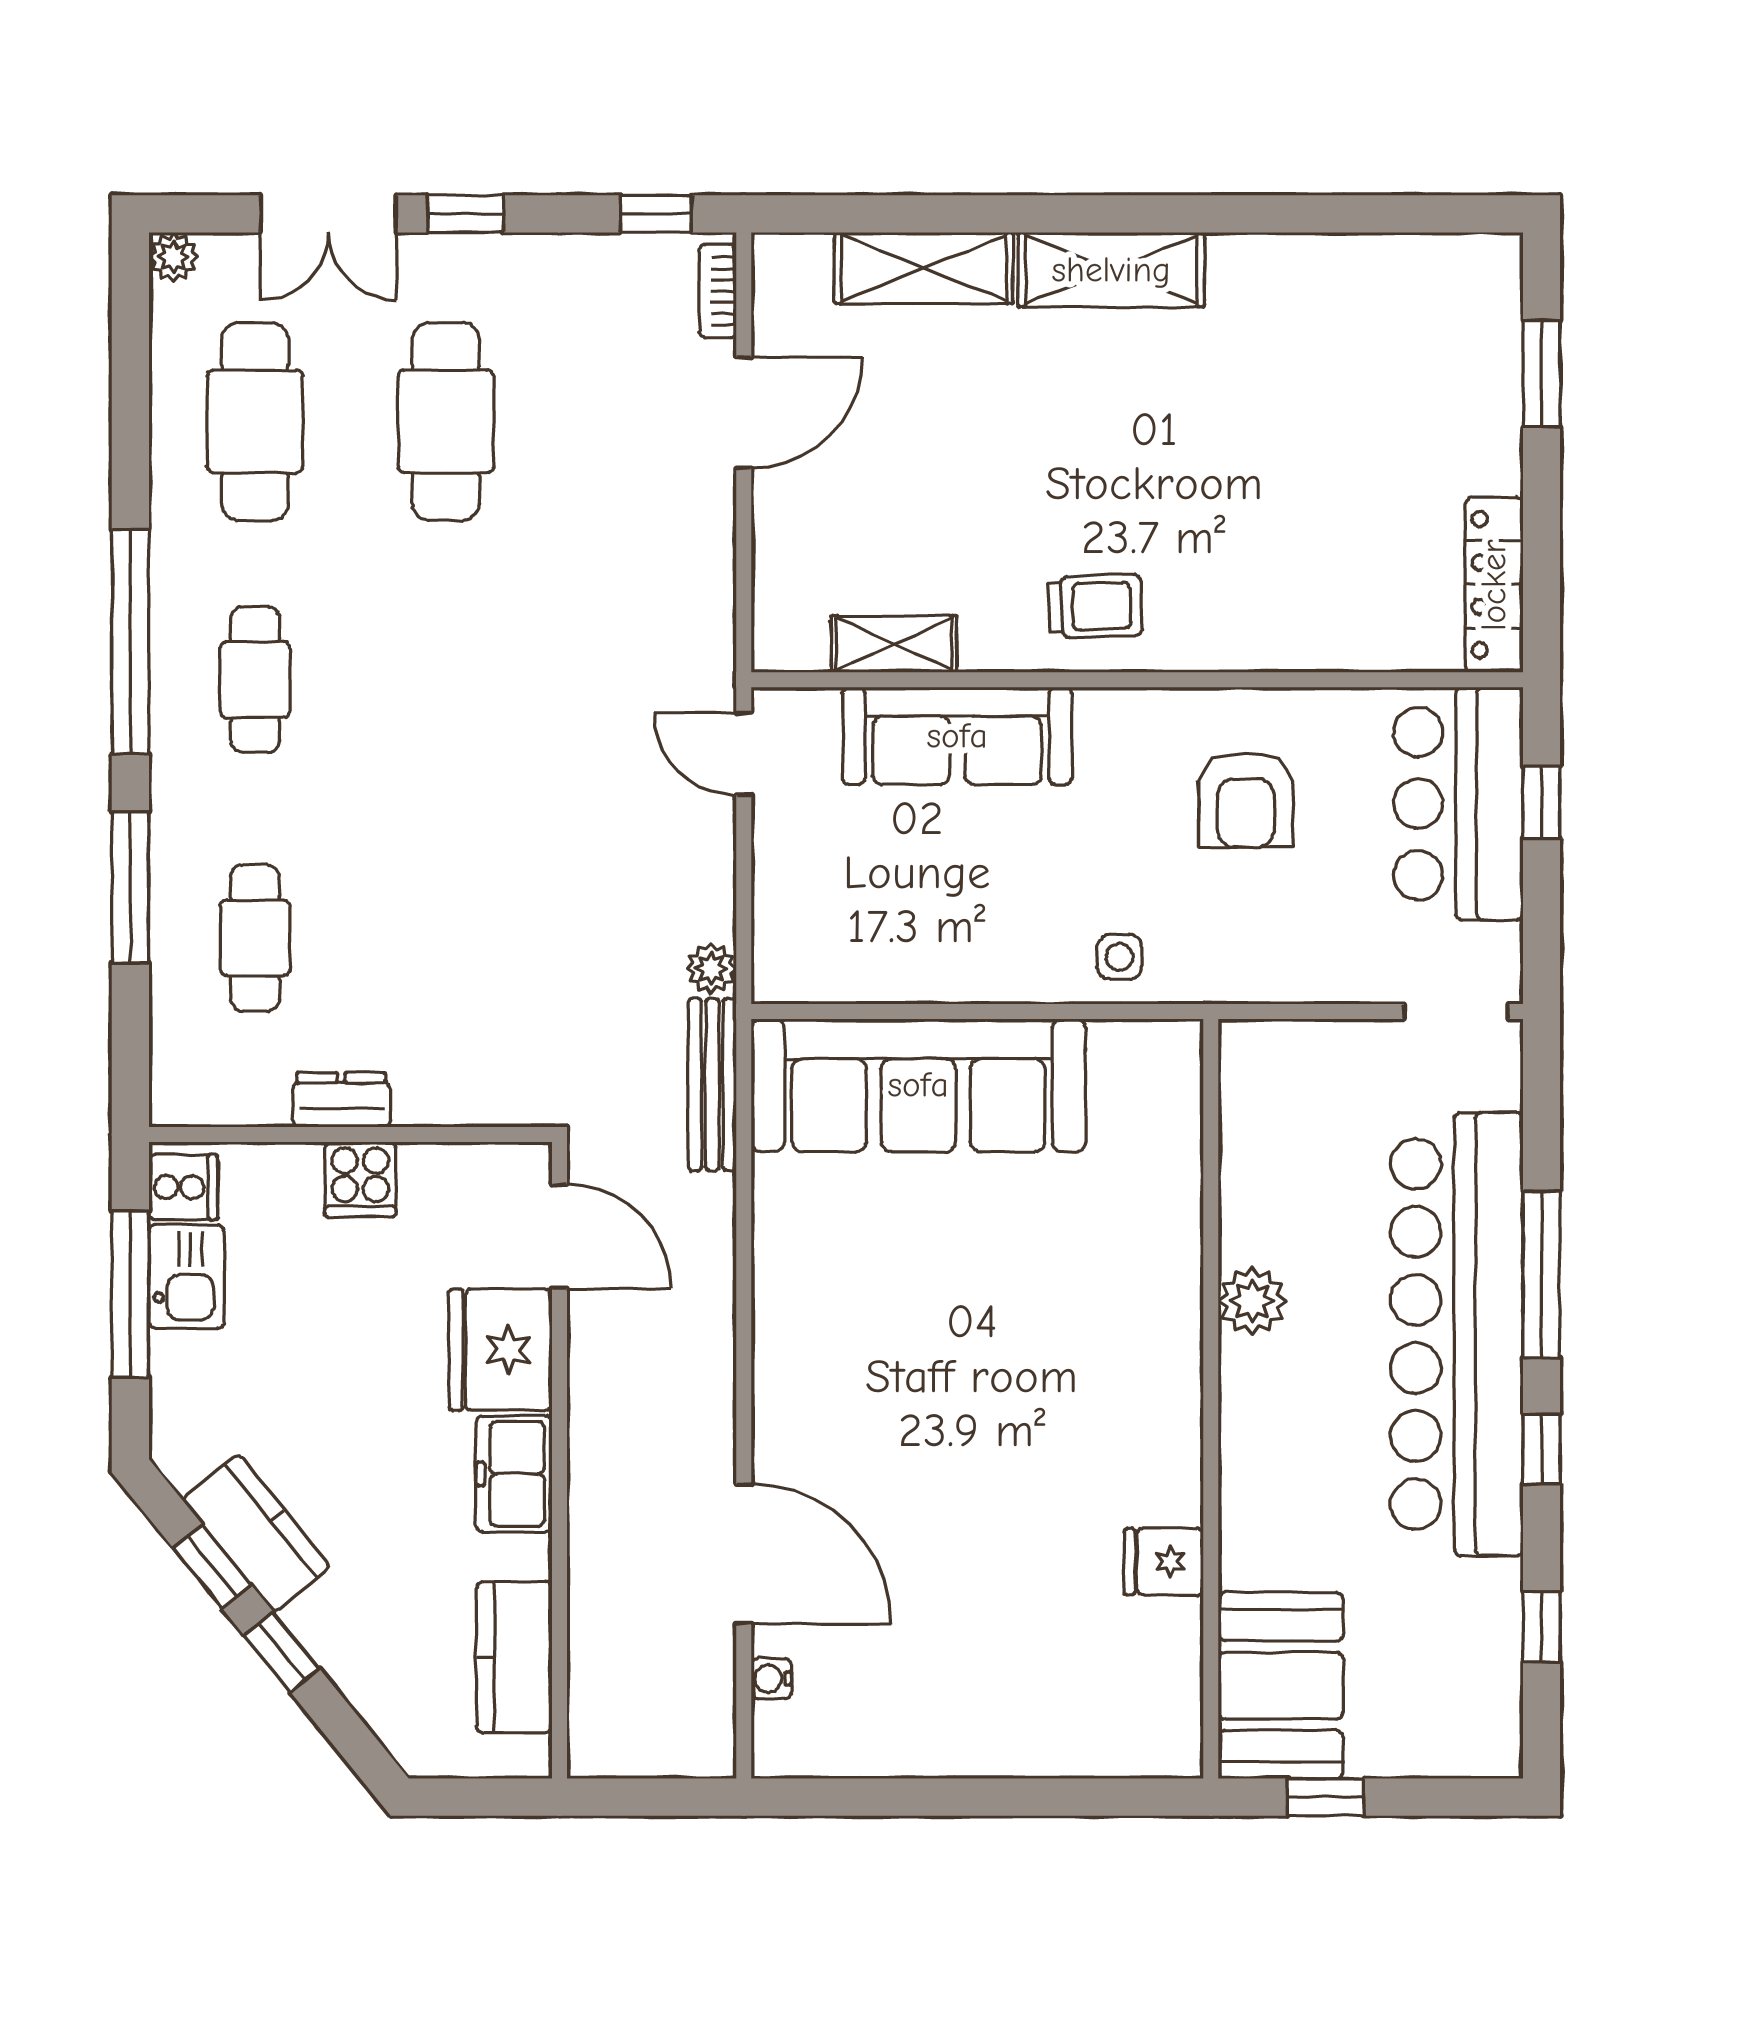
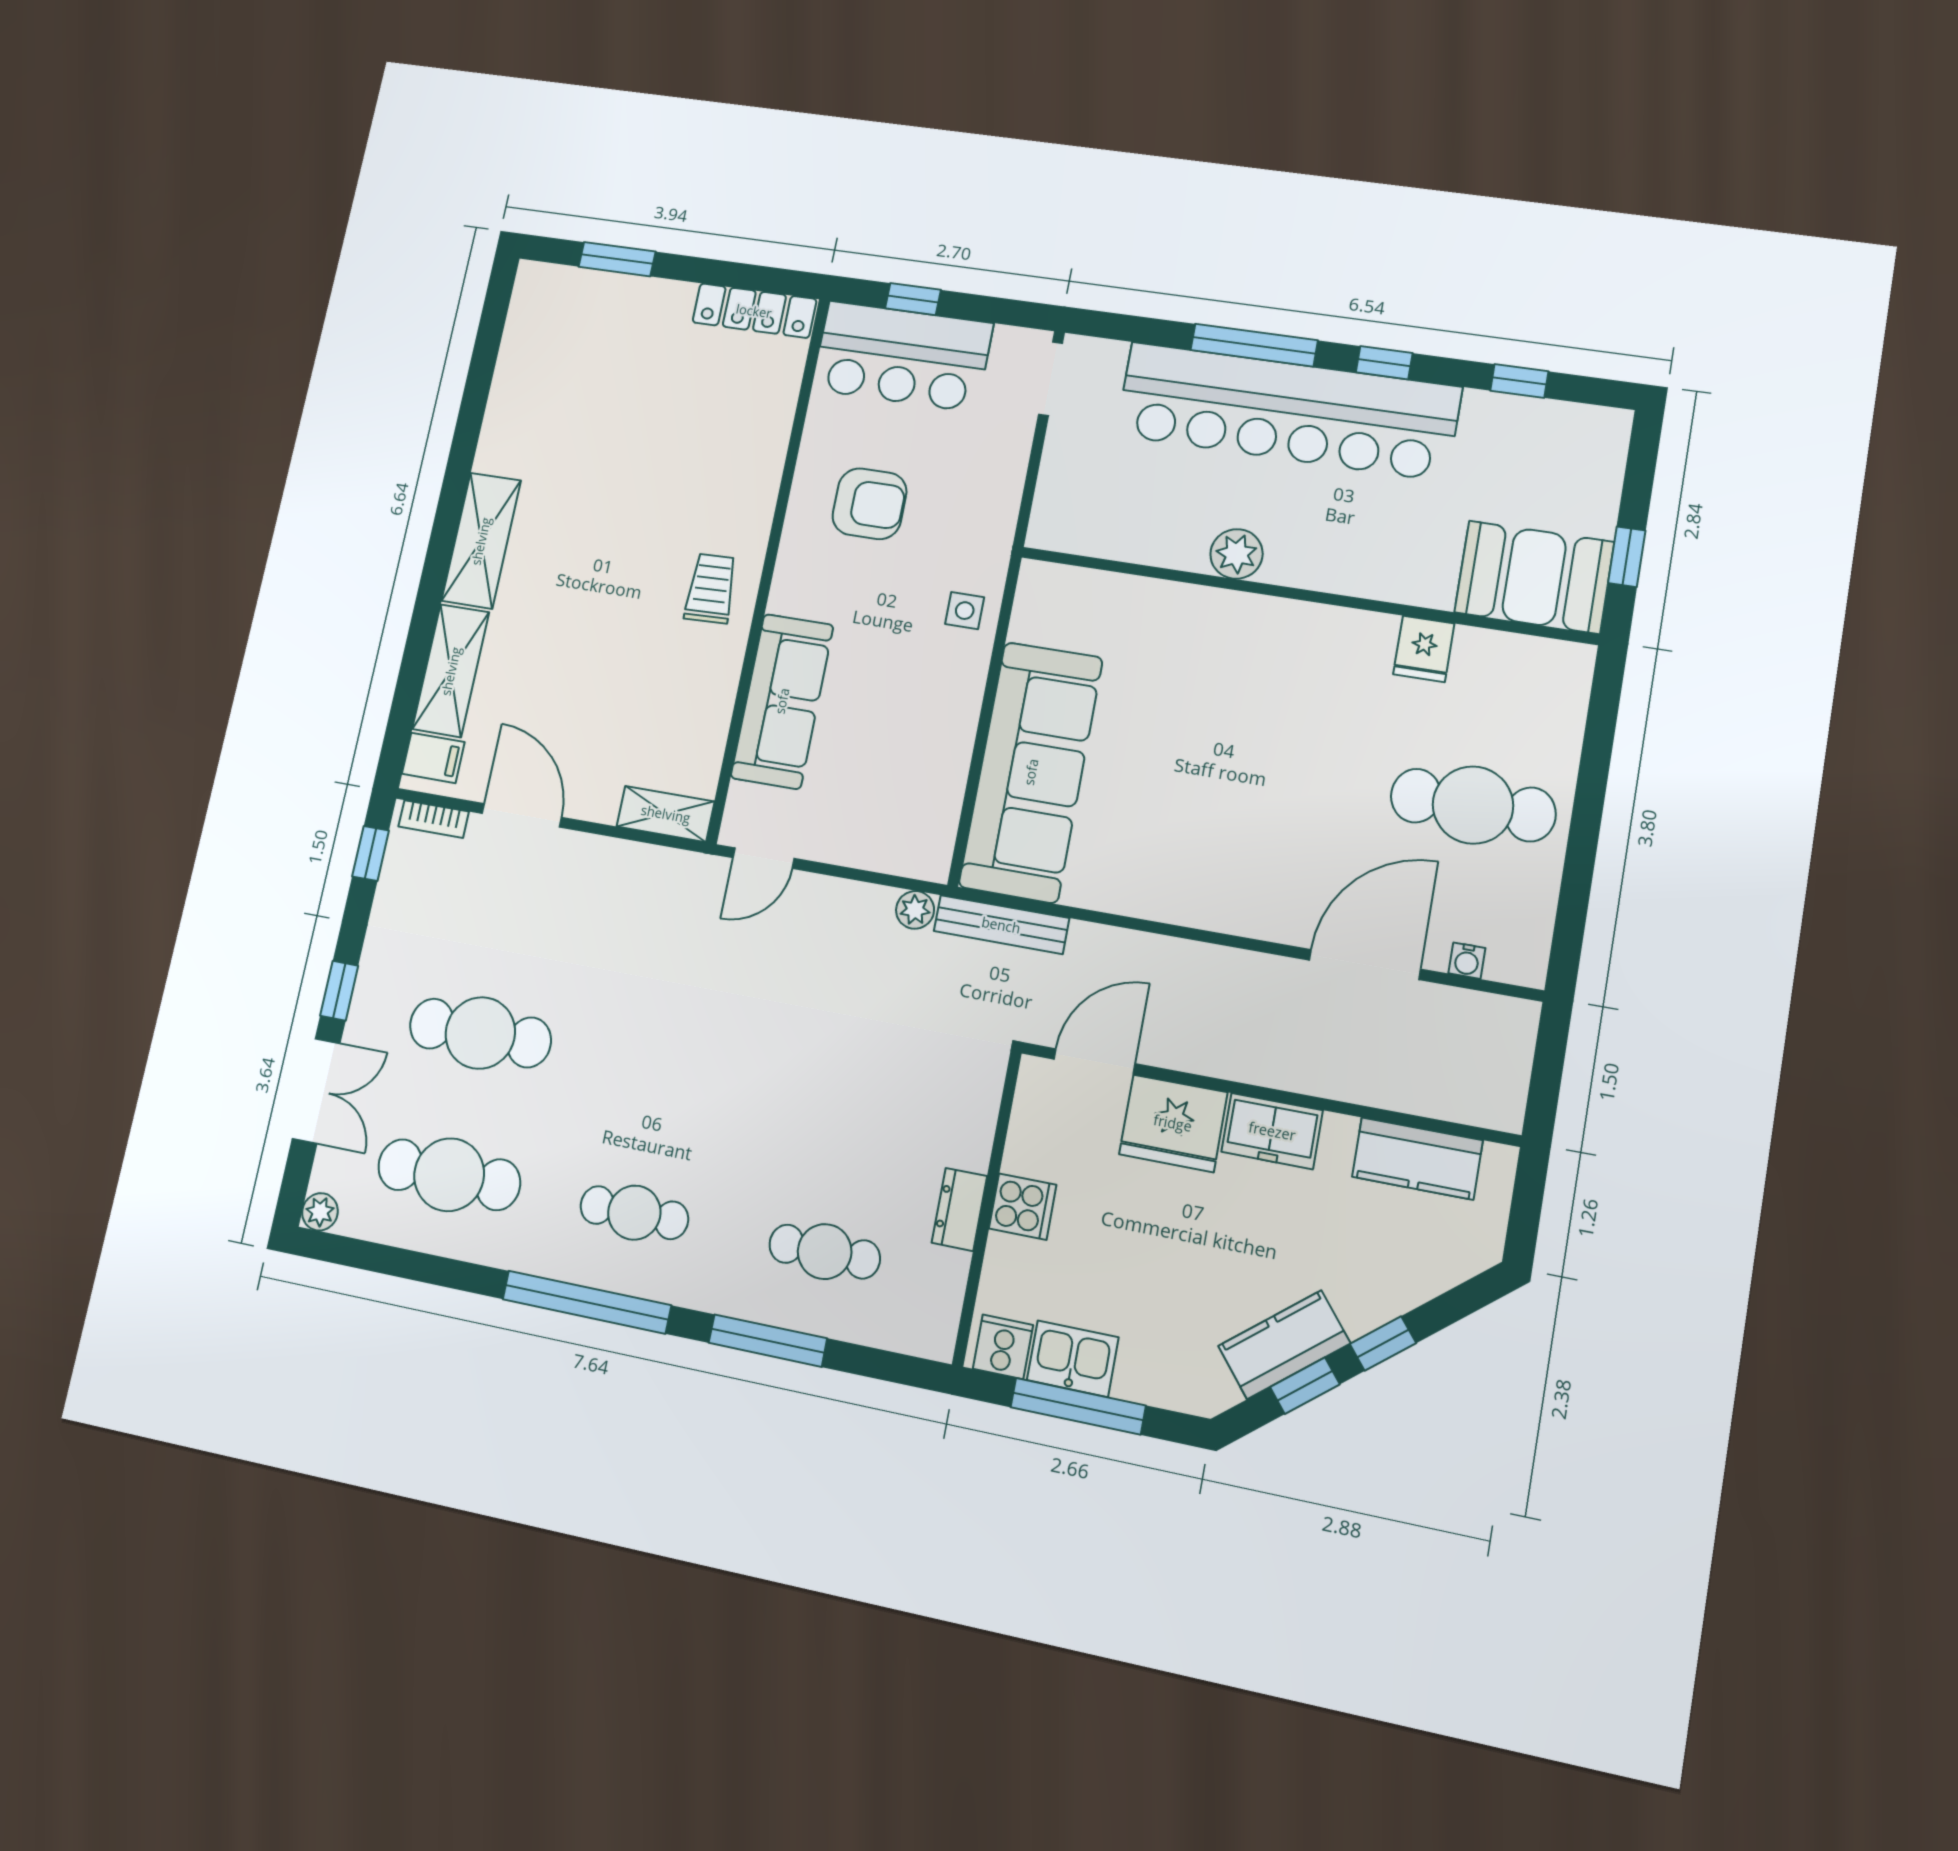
filing cabinet: (800, 271) -> (433, 758), added
shelving: (894, 644) -> (666, 814), moved, turned 90
cafe table: (971, 1655) -> (1473, 805), added

